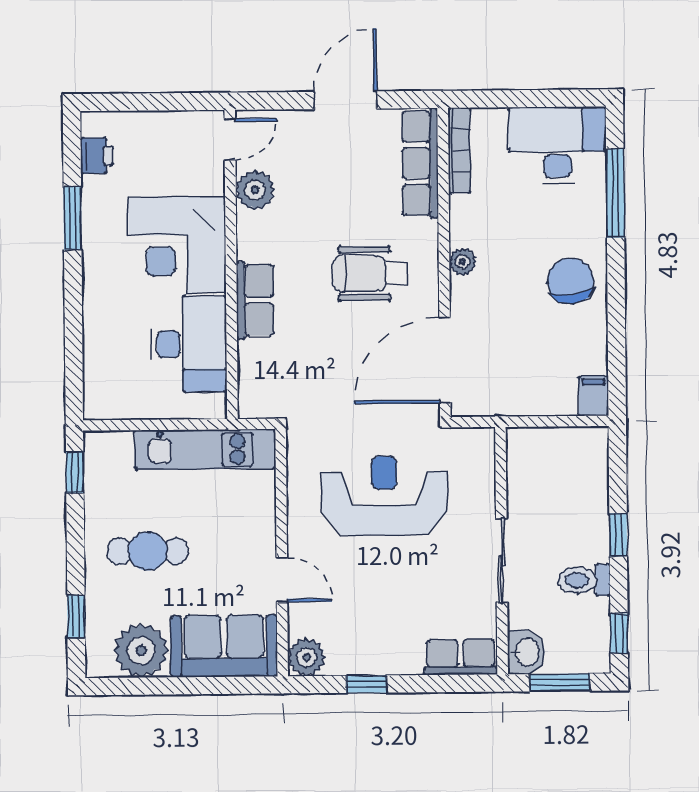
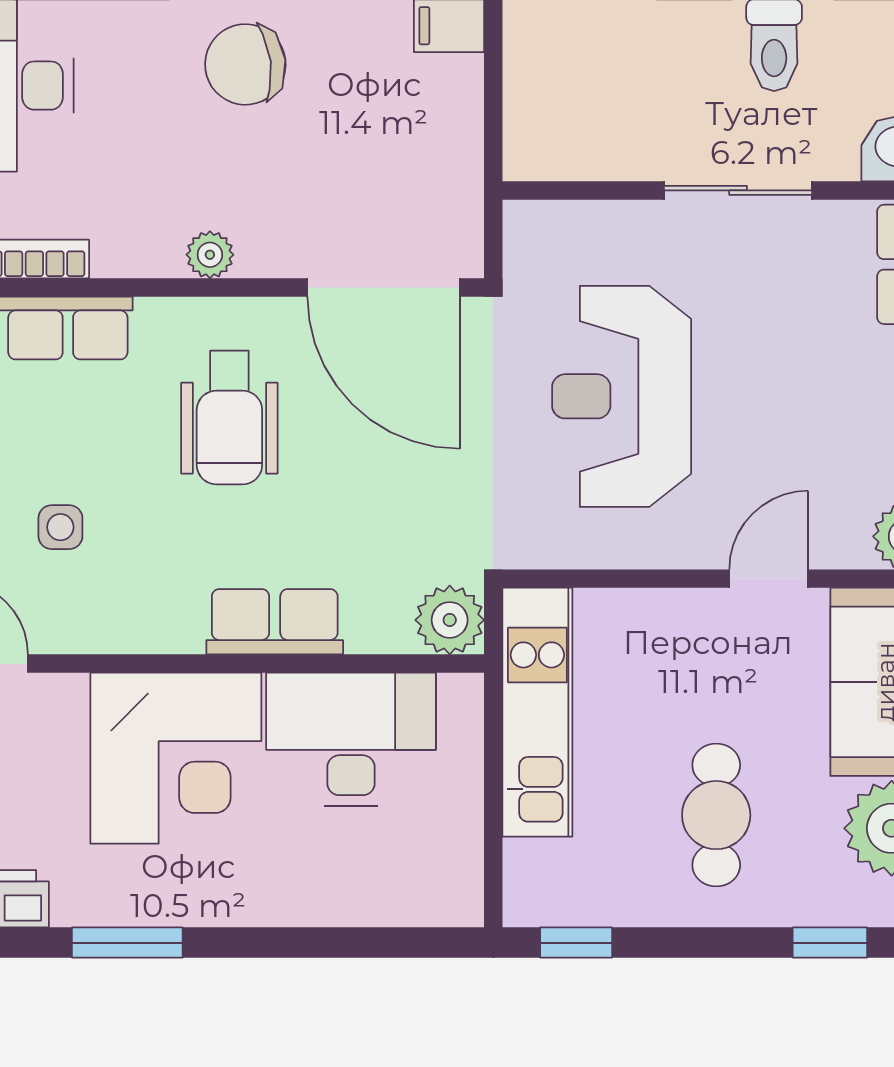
side table: (308, 178) -> (60, 527), added
plant: (255, 190) -> (450, 620), moved

